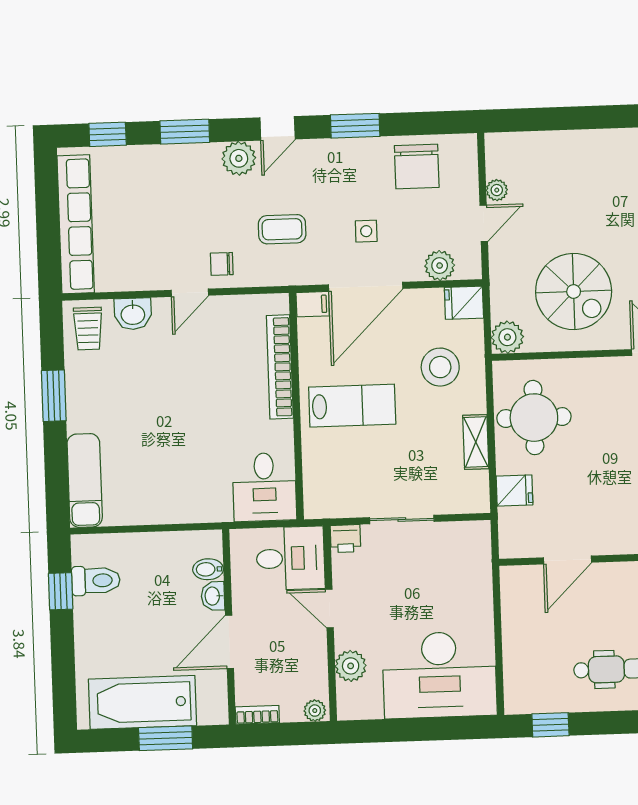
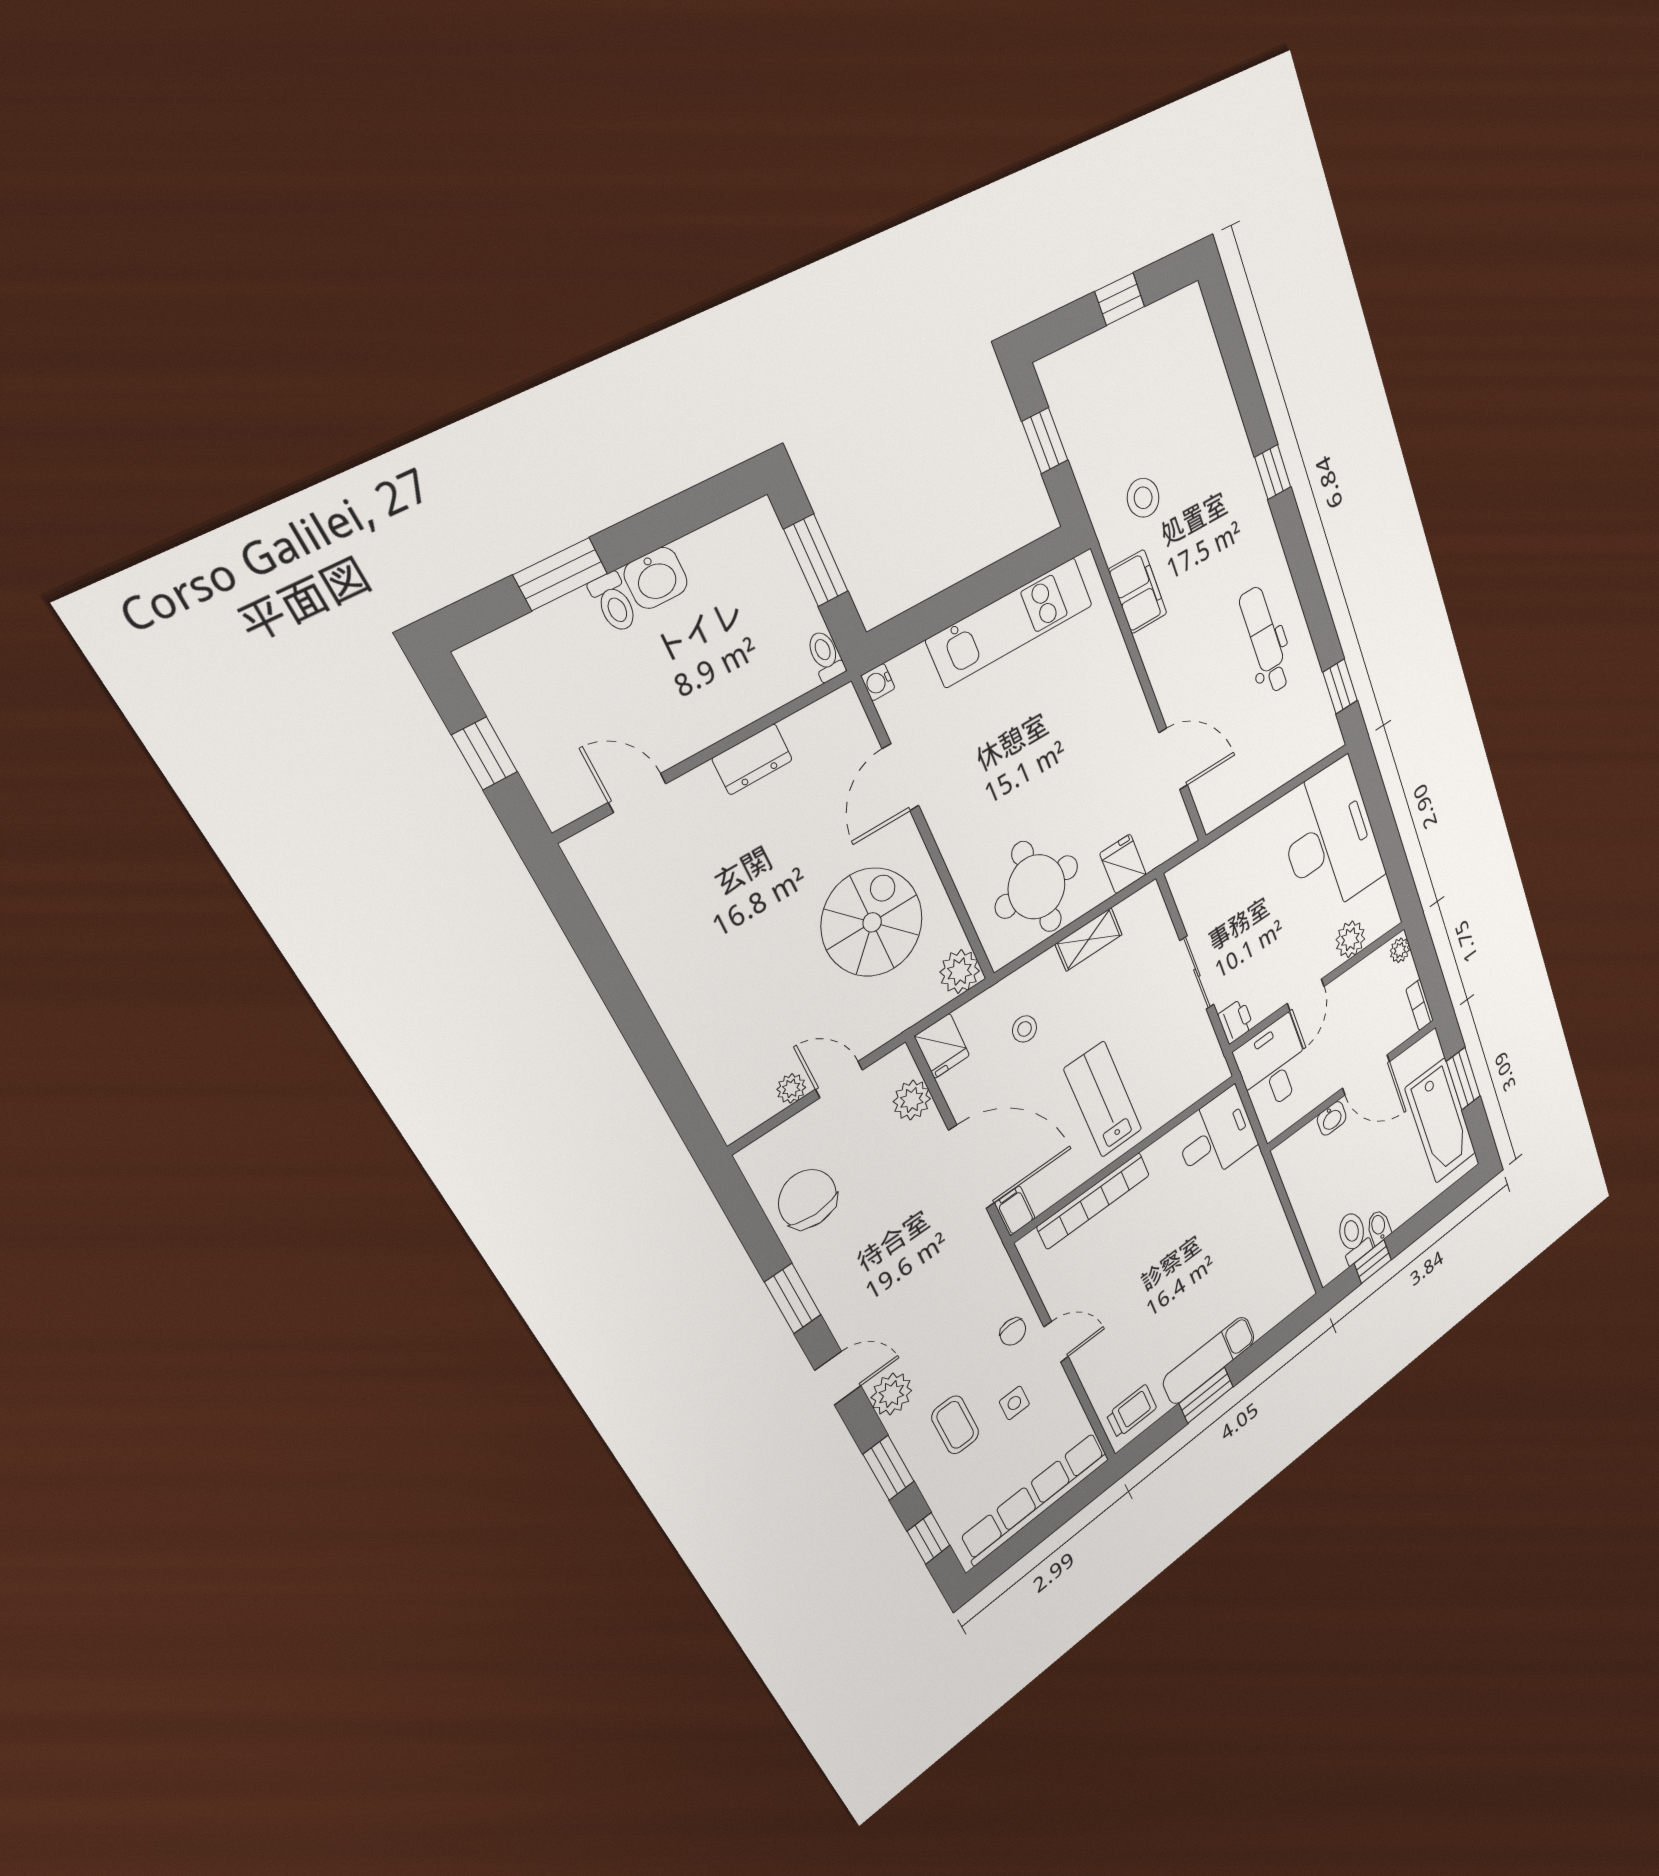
chair: (417, 166) -> (808, 1199), turned -90
coffee table: (282, 229) -> (955, 1425), moved
side table: (366, 231) -> (1014, 1403), moved
washbasin: (133, 314) -> (1100, 1381), removed
stool: (440, 367) -> (1025, 1029), width x0.53, depth x0.53
exam couch: (85, 480) -> (1209, 1360), moved
bidet: (208, 569) -> (1379, 1227), moved, turned 180

